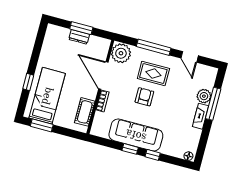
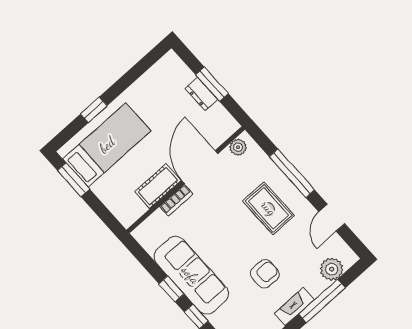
plant: (121, 53) -> (238, 147), width x0.53, depth x0.53
plant: (204, 96) -> (332, 269), moved
armchair: (144, 97) -> (265, 274), moved
cot: (85, 112) -> (158, 186), moved

